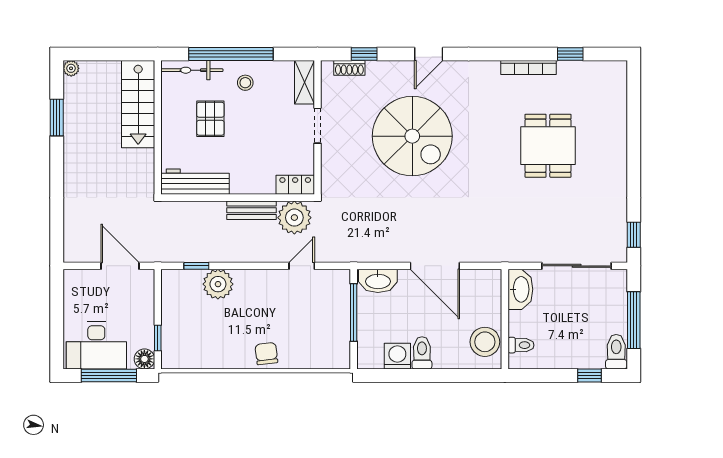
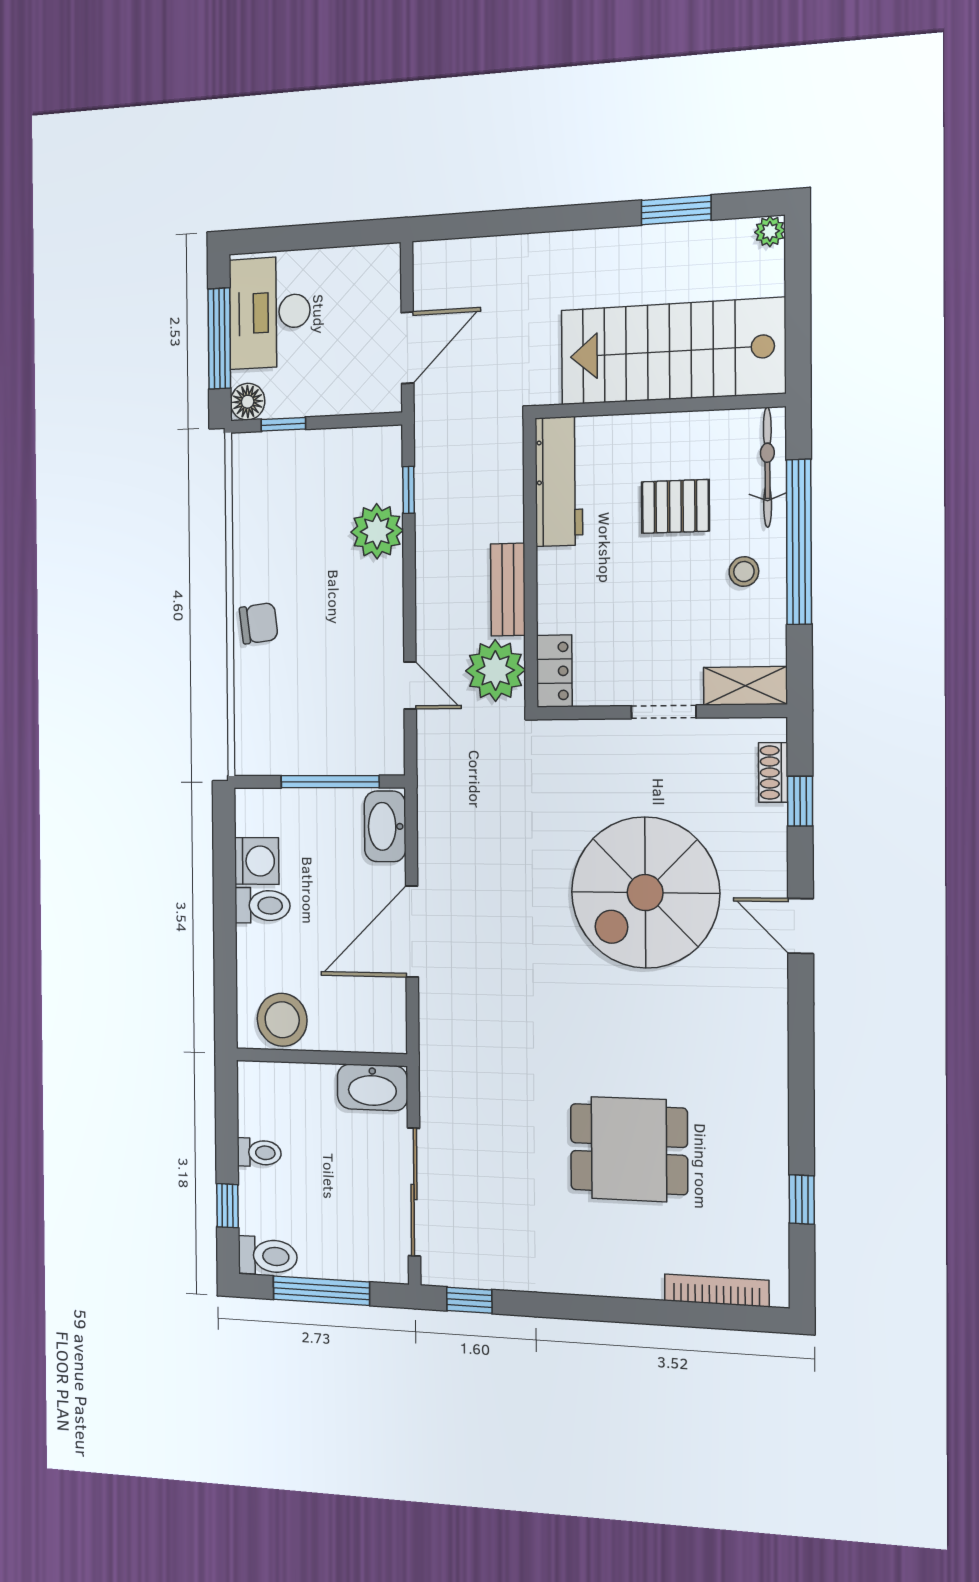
bookcase: (529, 67) -> (717, 1290), moved, turned 90
stairs: (138, 104) -> (672, 351), width x1.36, depth x1.51
toilet: (521, 345) -> (259, 1153), moved, turned -90

